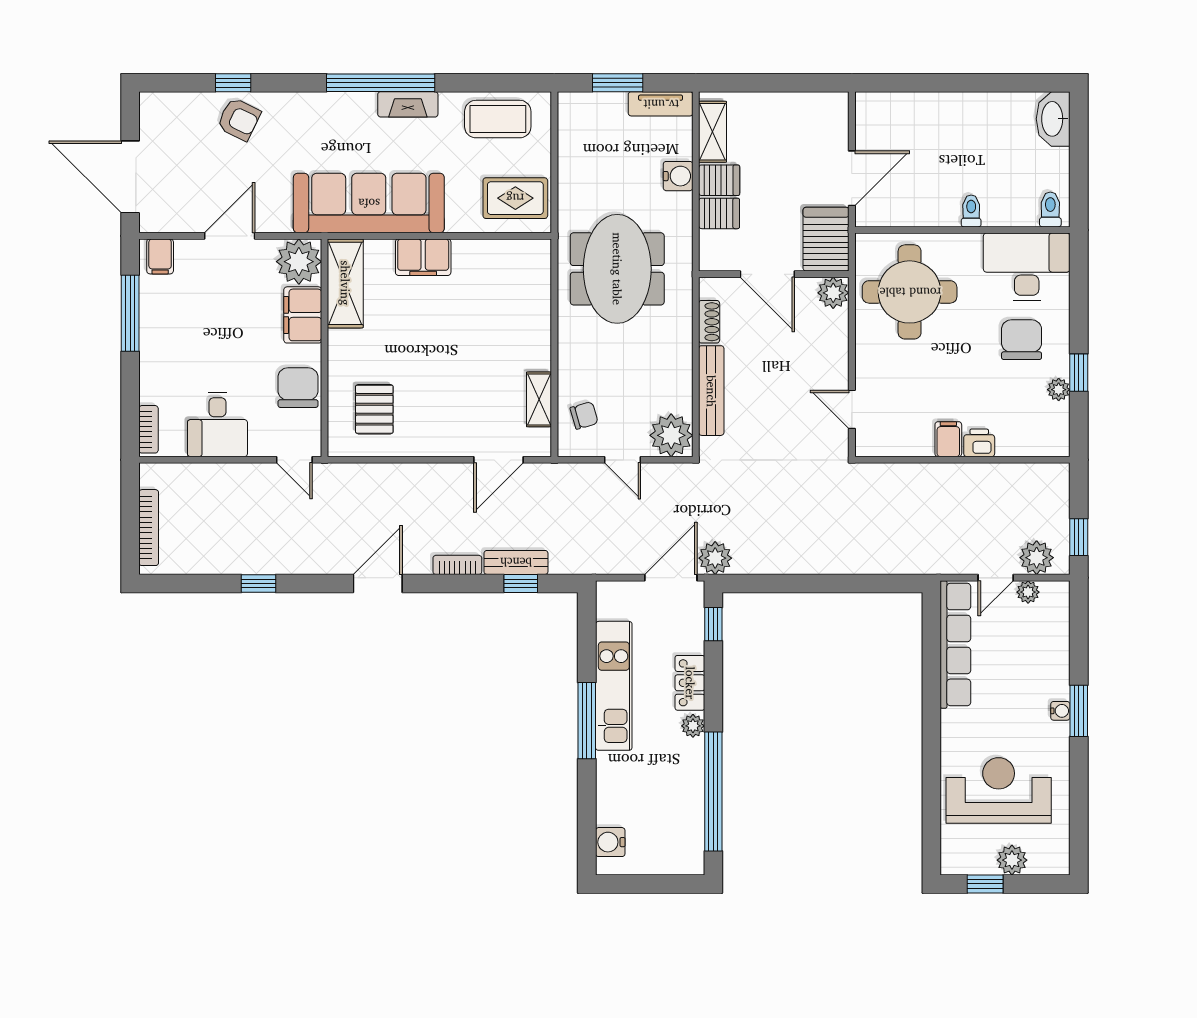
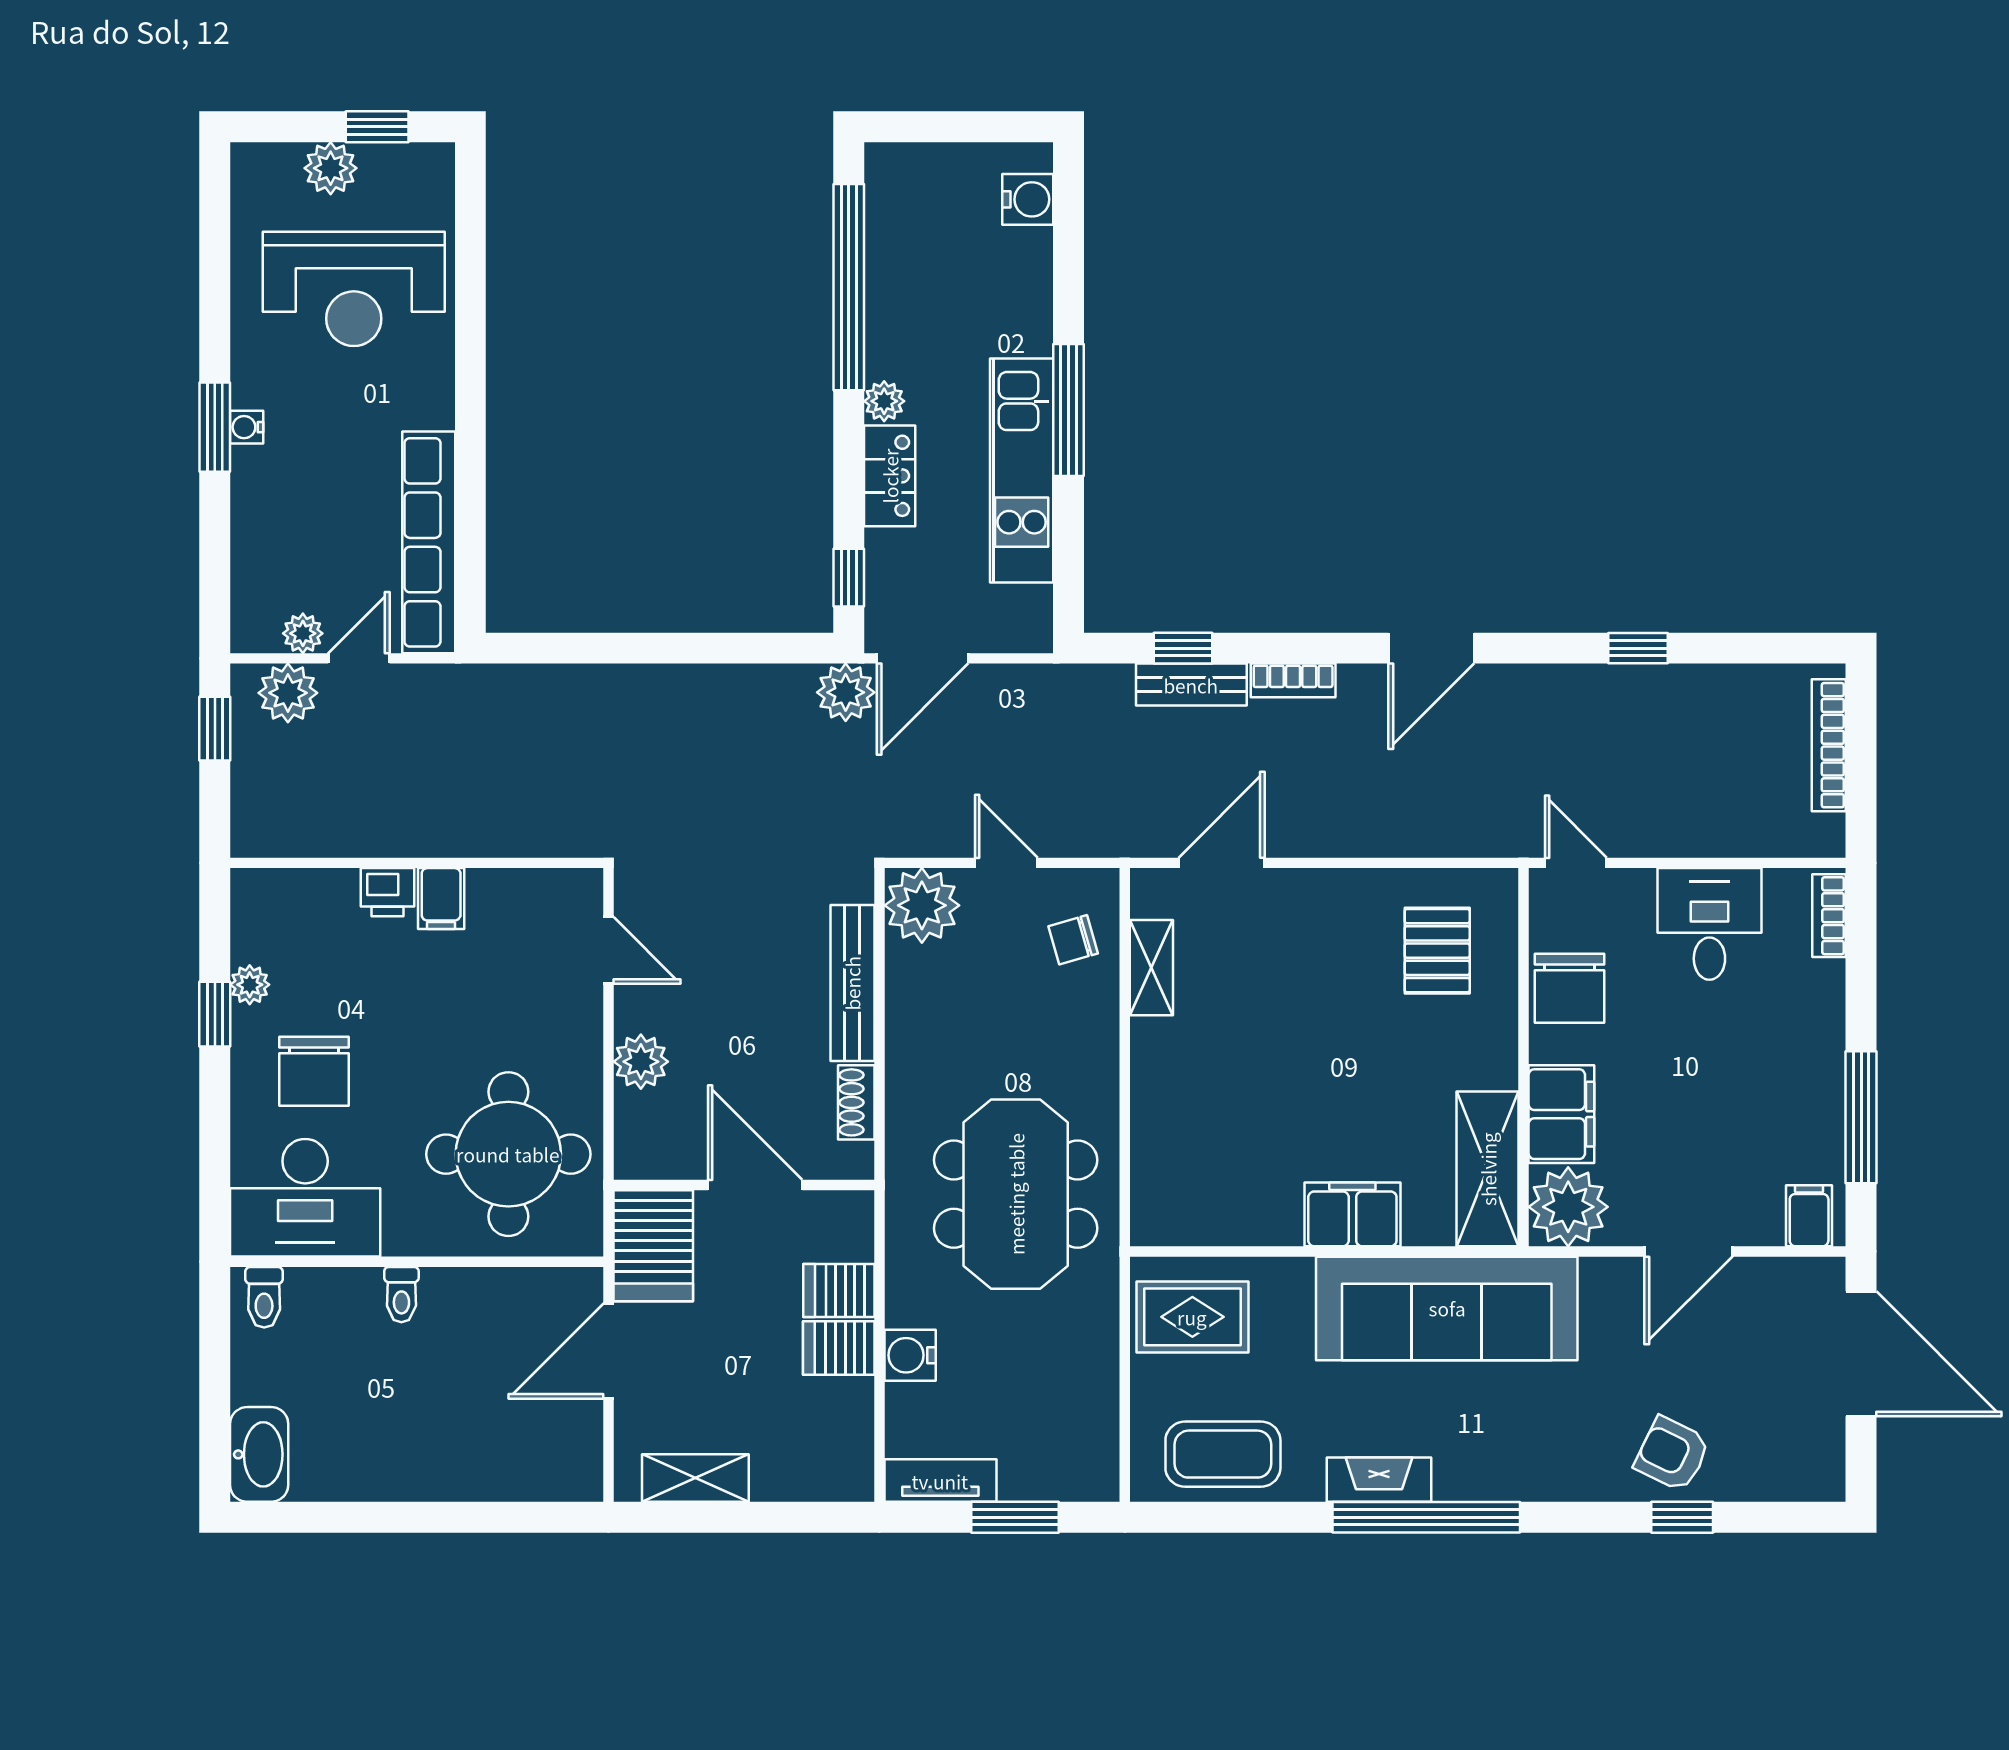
shelving: (712, 132) -> (695, 1478), moved, turned 90
plant: (833, 293) -> (641, 1062), moved

